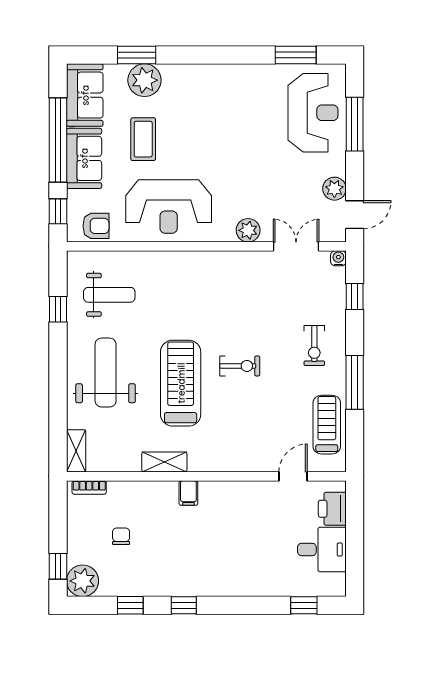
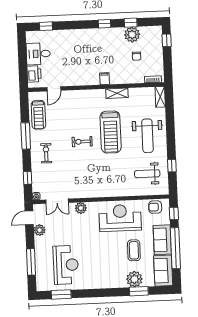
reception desk: (313, 113) -> (66, 265), moved, turned 180
plant: (83, 581) -> (132, 35), moved

